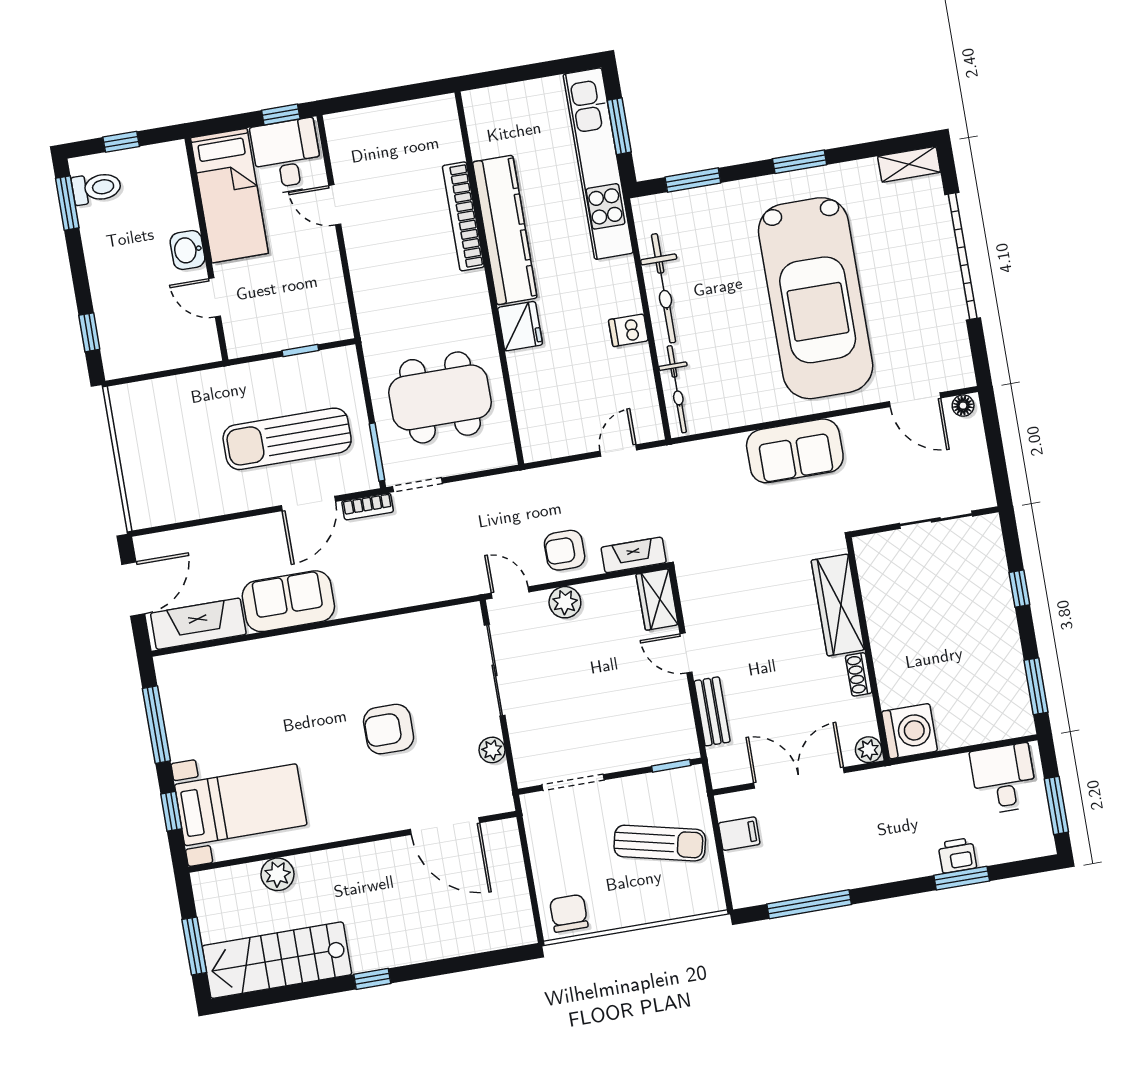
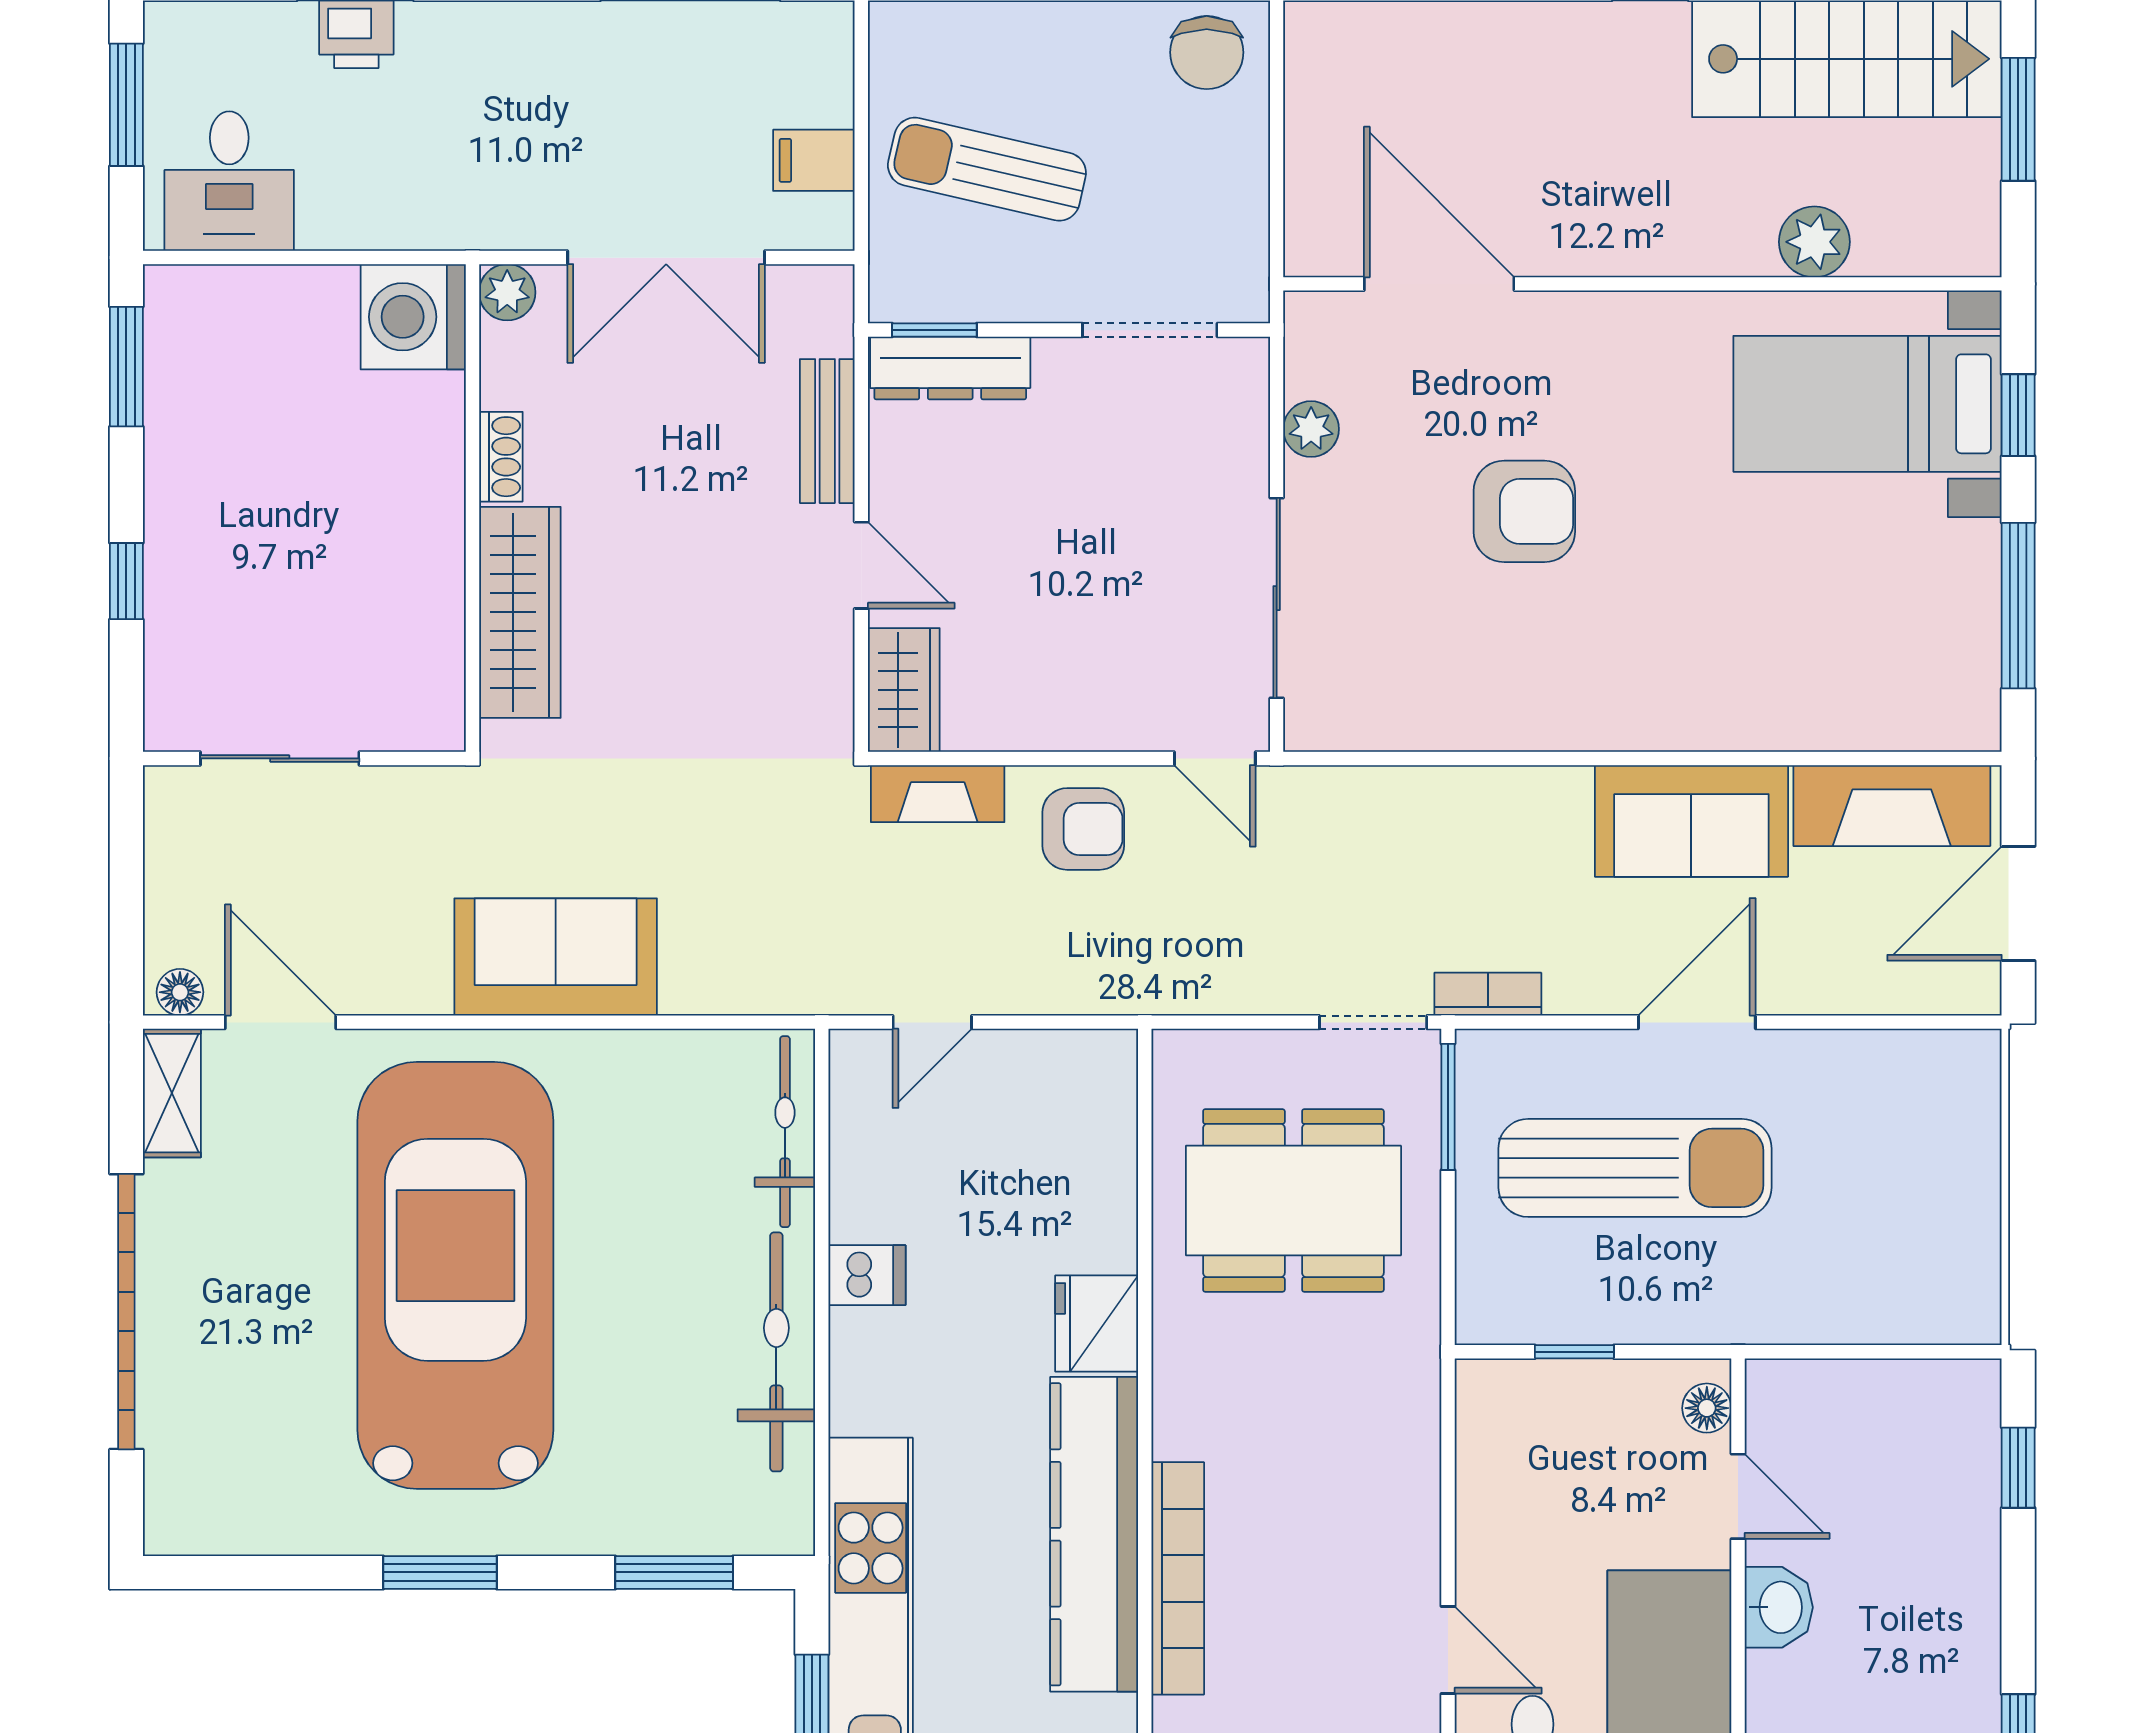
shelving: (909, 164) -> (172, 1093), moved, turned 90
floor lamp: (236, 335) -> (1707, 1408), added
door: (308, 504) -> (1697, 1022), moved
plant: (565, 602) -> (1101, 718), removed
dresser: (661, 750) -> (950, 368), added

